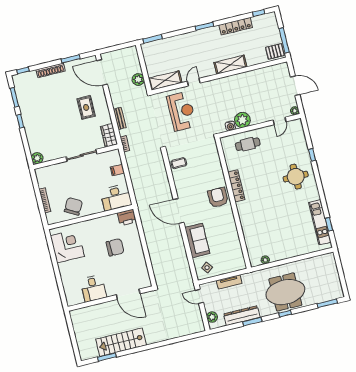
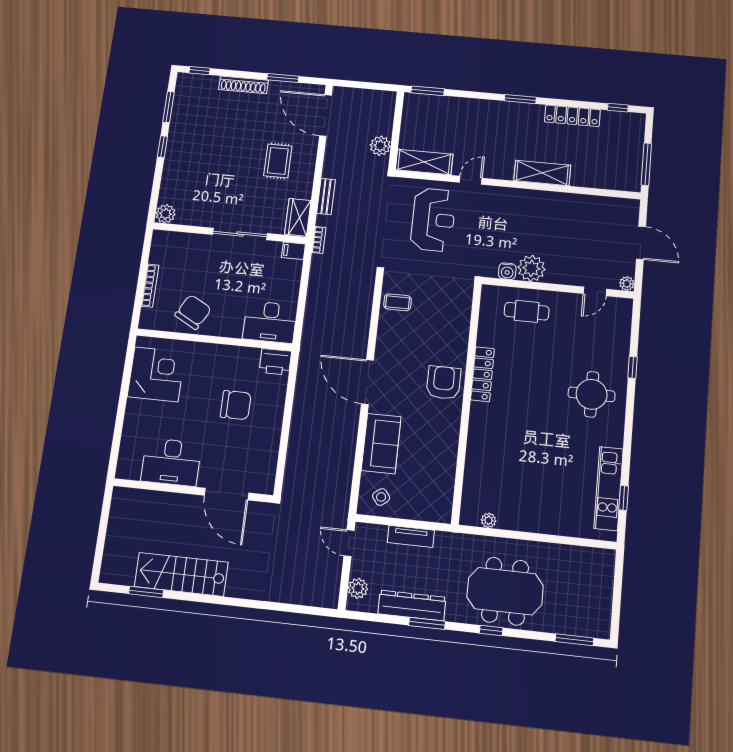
pallet: (275, 51) -> (625, 177), removed
filing cabinet: (117, 170) -> (293, 251), moved
desk: (93, 288) -> (171, 462), width x1.37

